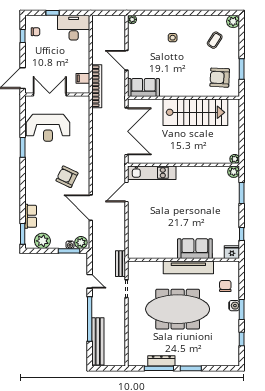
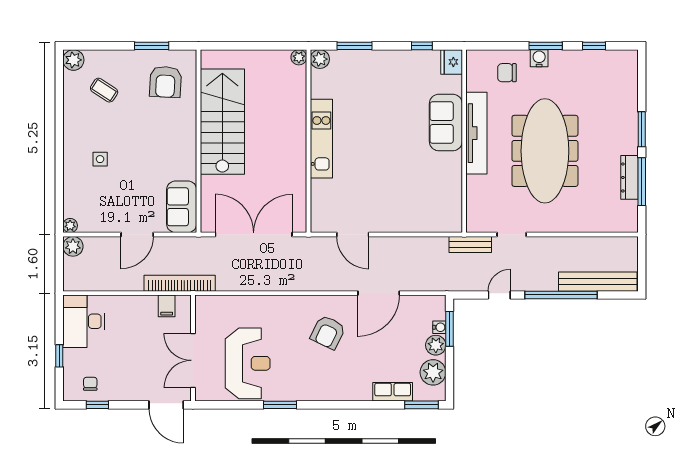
plant: (119, 21) -> (73, 246), added
kitchen unit: (152, 173) -> (321, 139), moved
plant: (81, 243) -> (436, 345), moved

